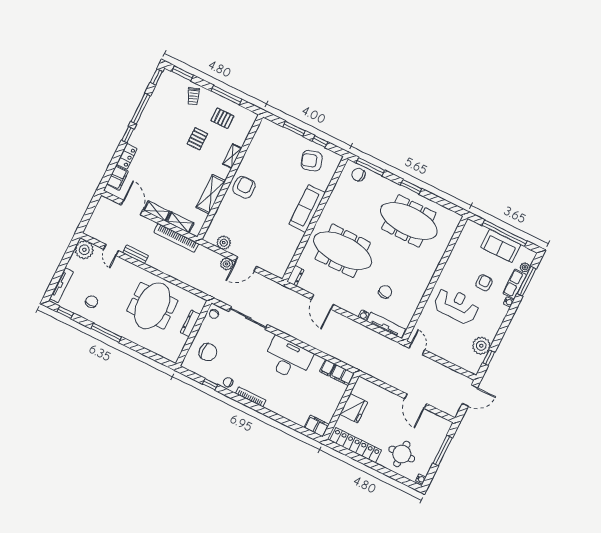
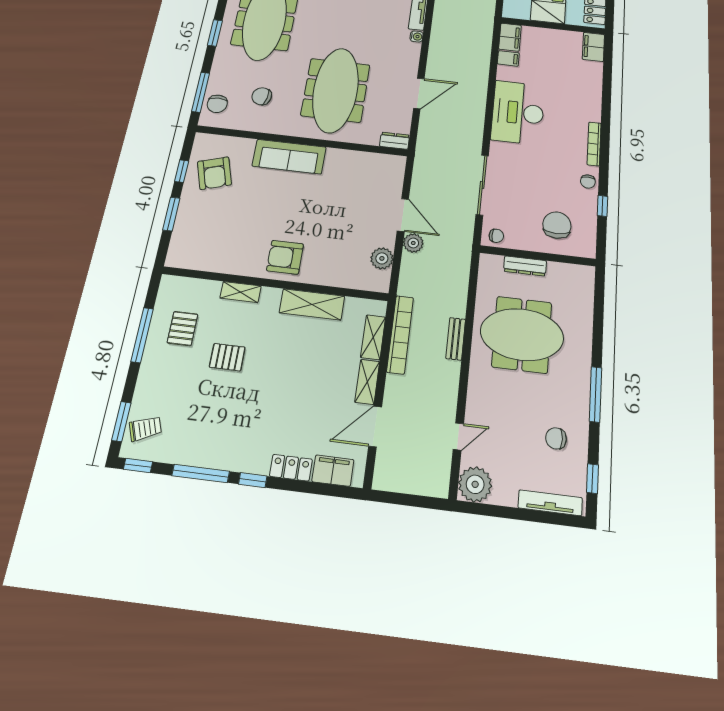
trolley: (193, 96) -> (145, 428), moved
bench: (136, 254) -> (456, 339), moved
chair: (385, 292) -> (262, 96), moved

